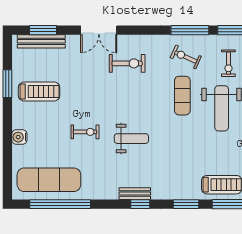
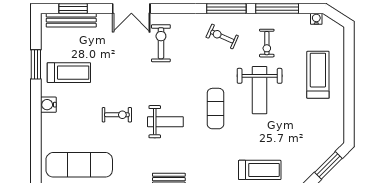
exercise bike: (127, 63) -> (161, 43), turned -90
exercise mat: (182, 96) -> (216, 109), moved
water cooler: (19, 137) -> (48, 105), moved

